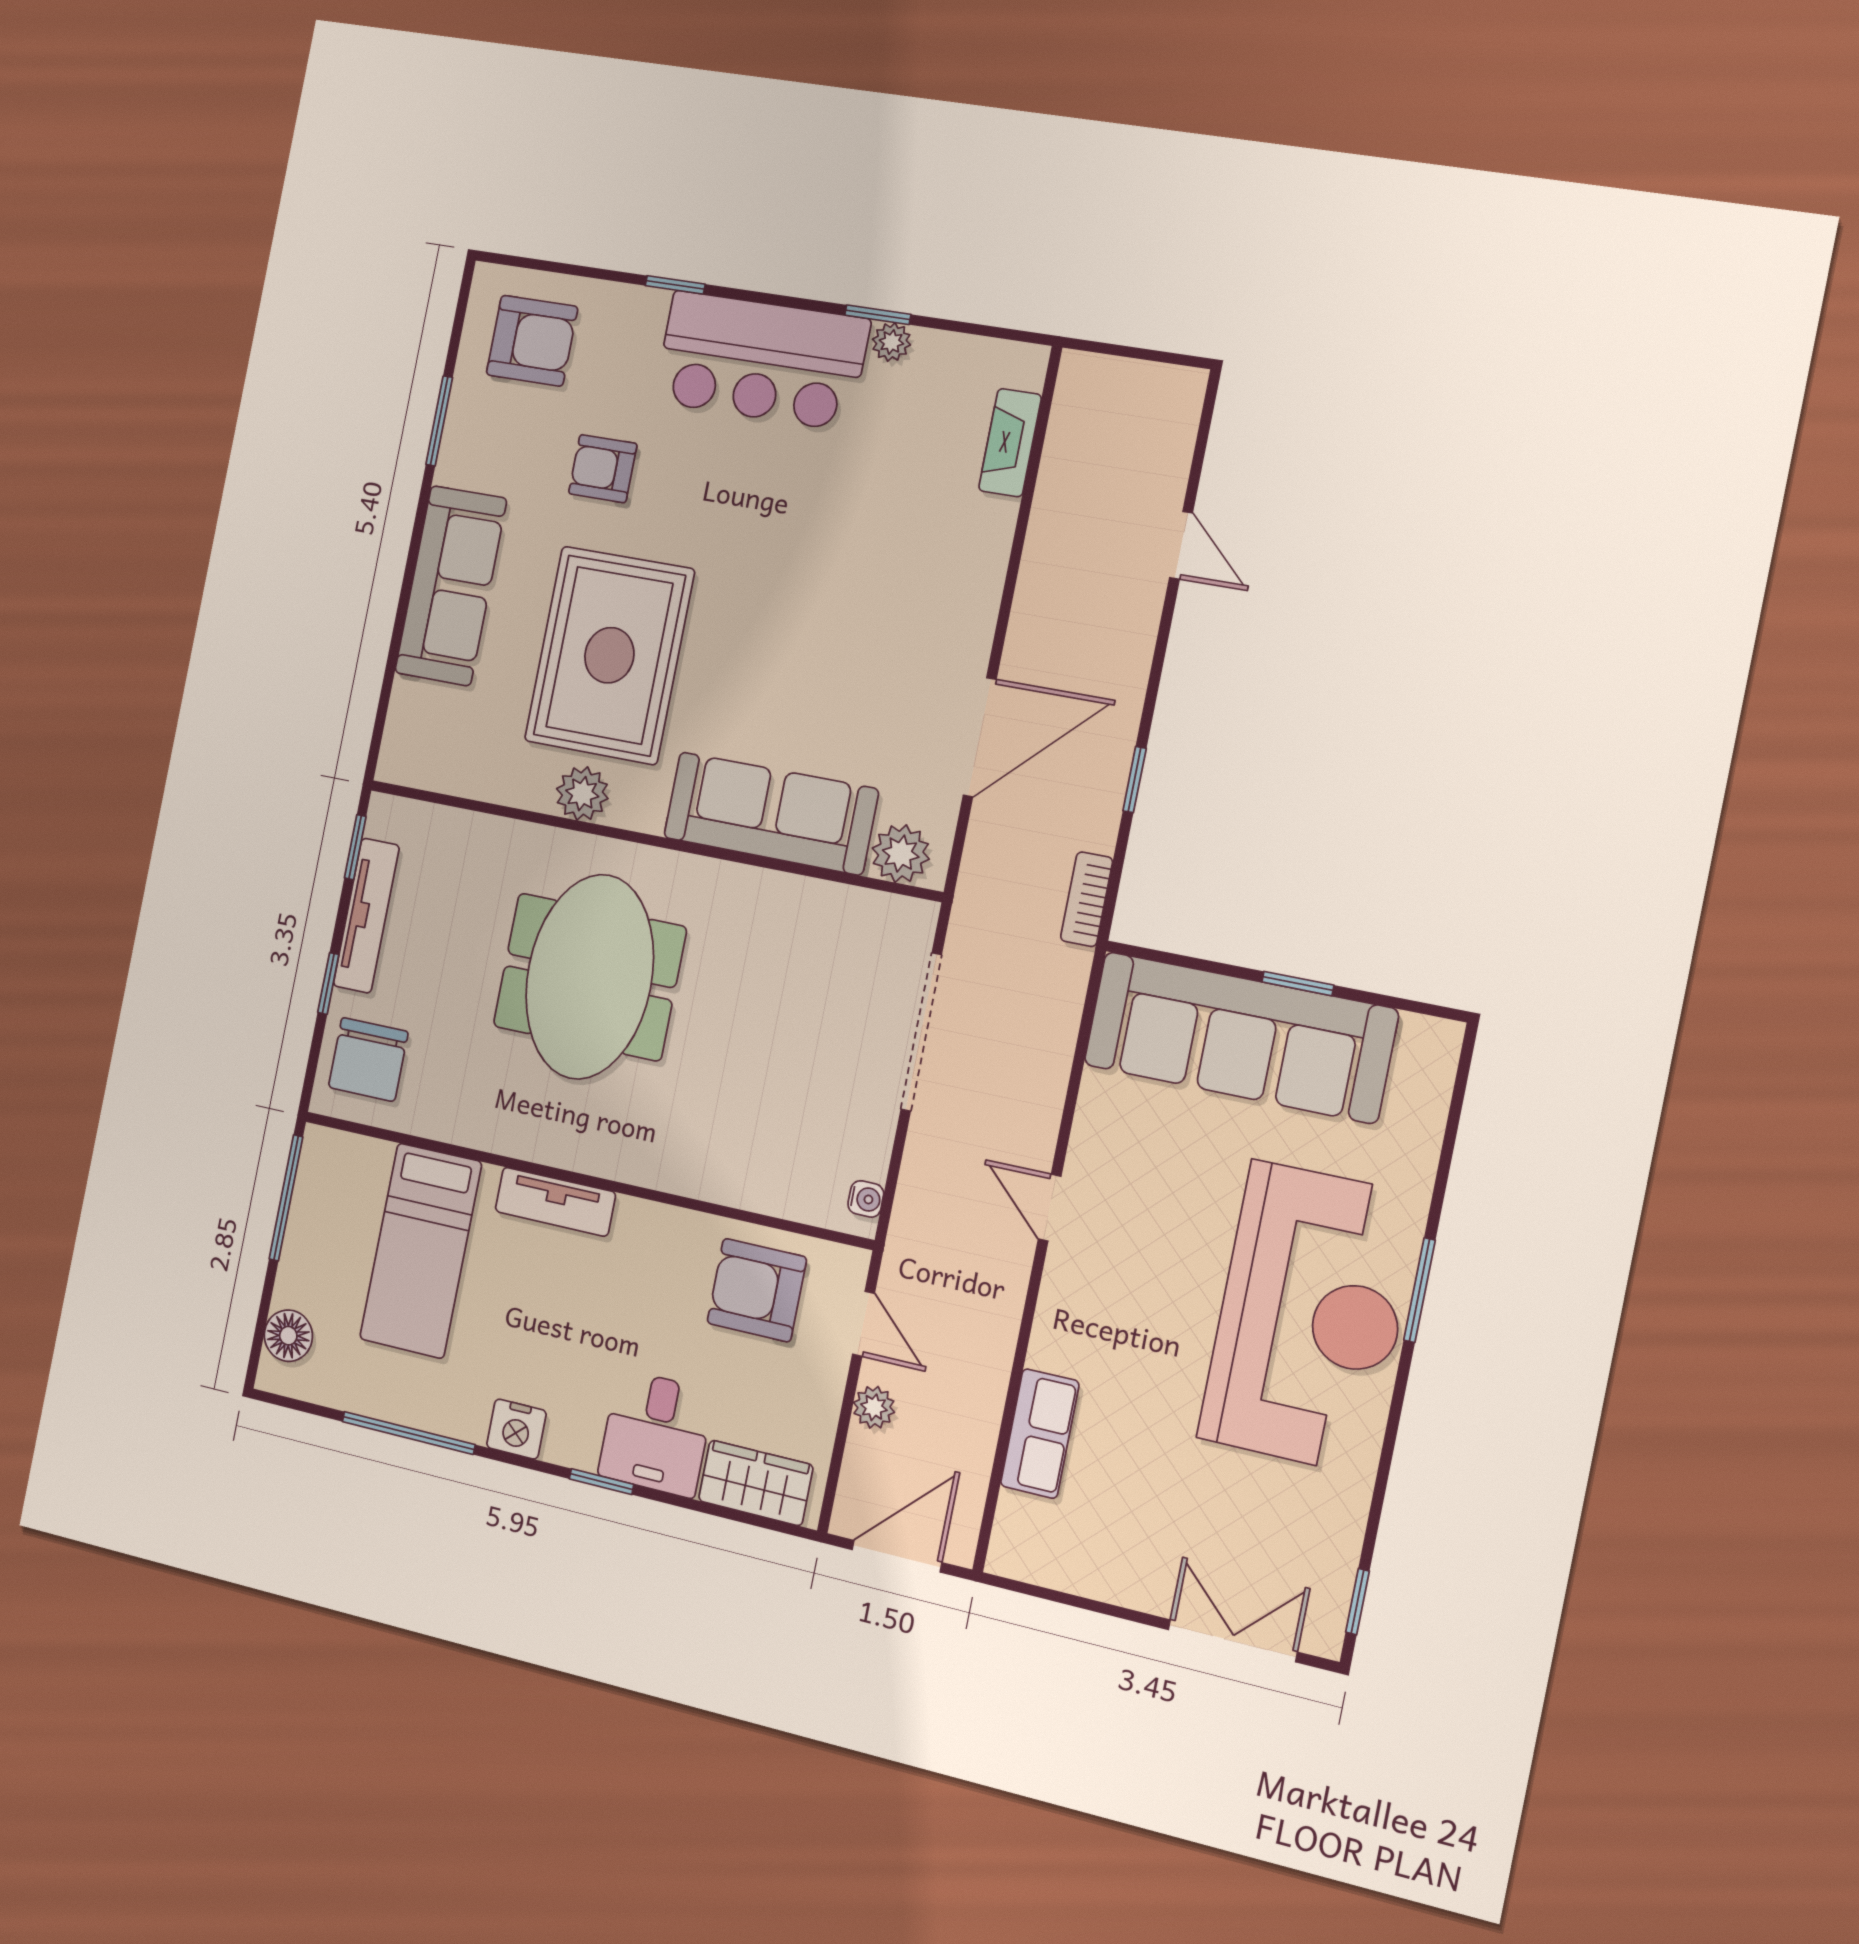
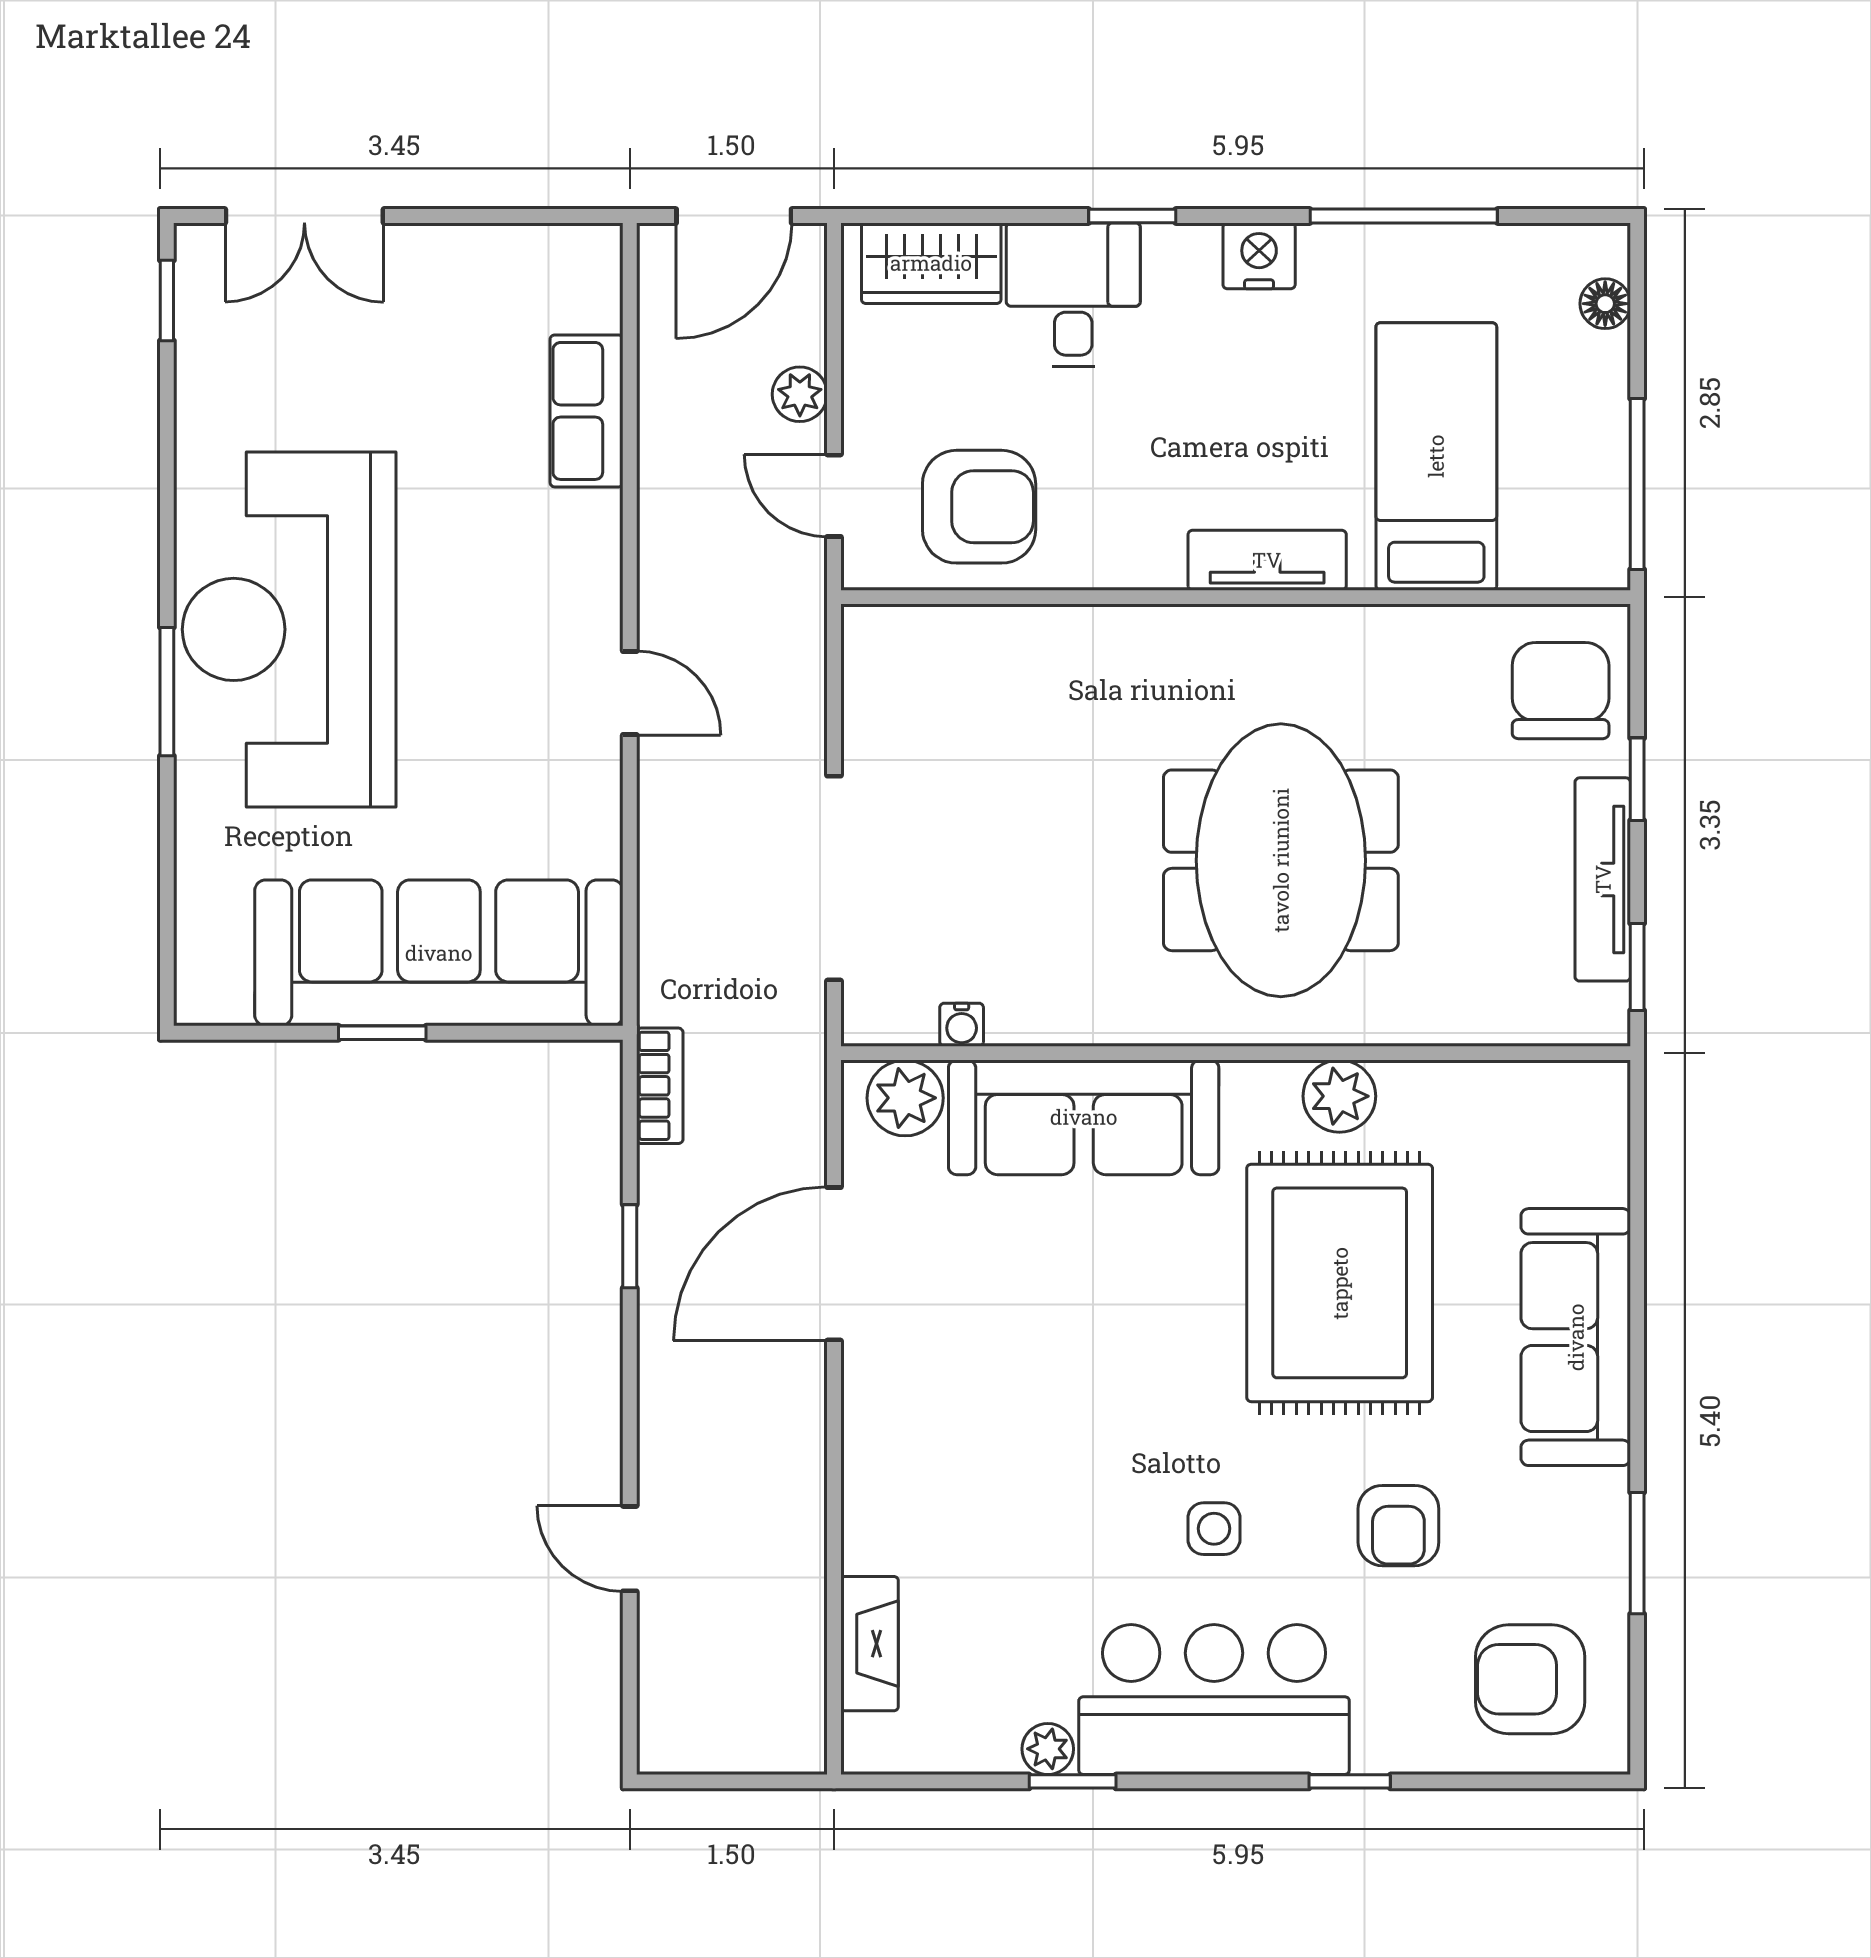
armchair: (603, 469) -> (1398, 1526), turned 90
side table: (736, 488) -> (1214, 1529), added
water cooler: (866, 1199) -> (962, 1025), moved, turned -90
floor lamp: (288, 1336) -> (1605, 304), width x0.73, depth x0.73

